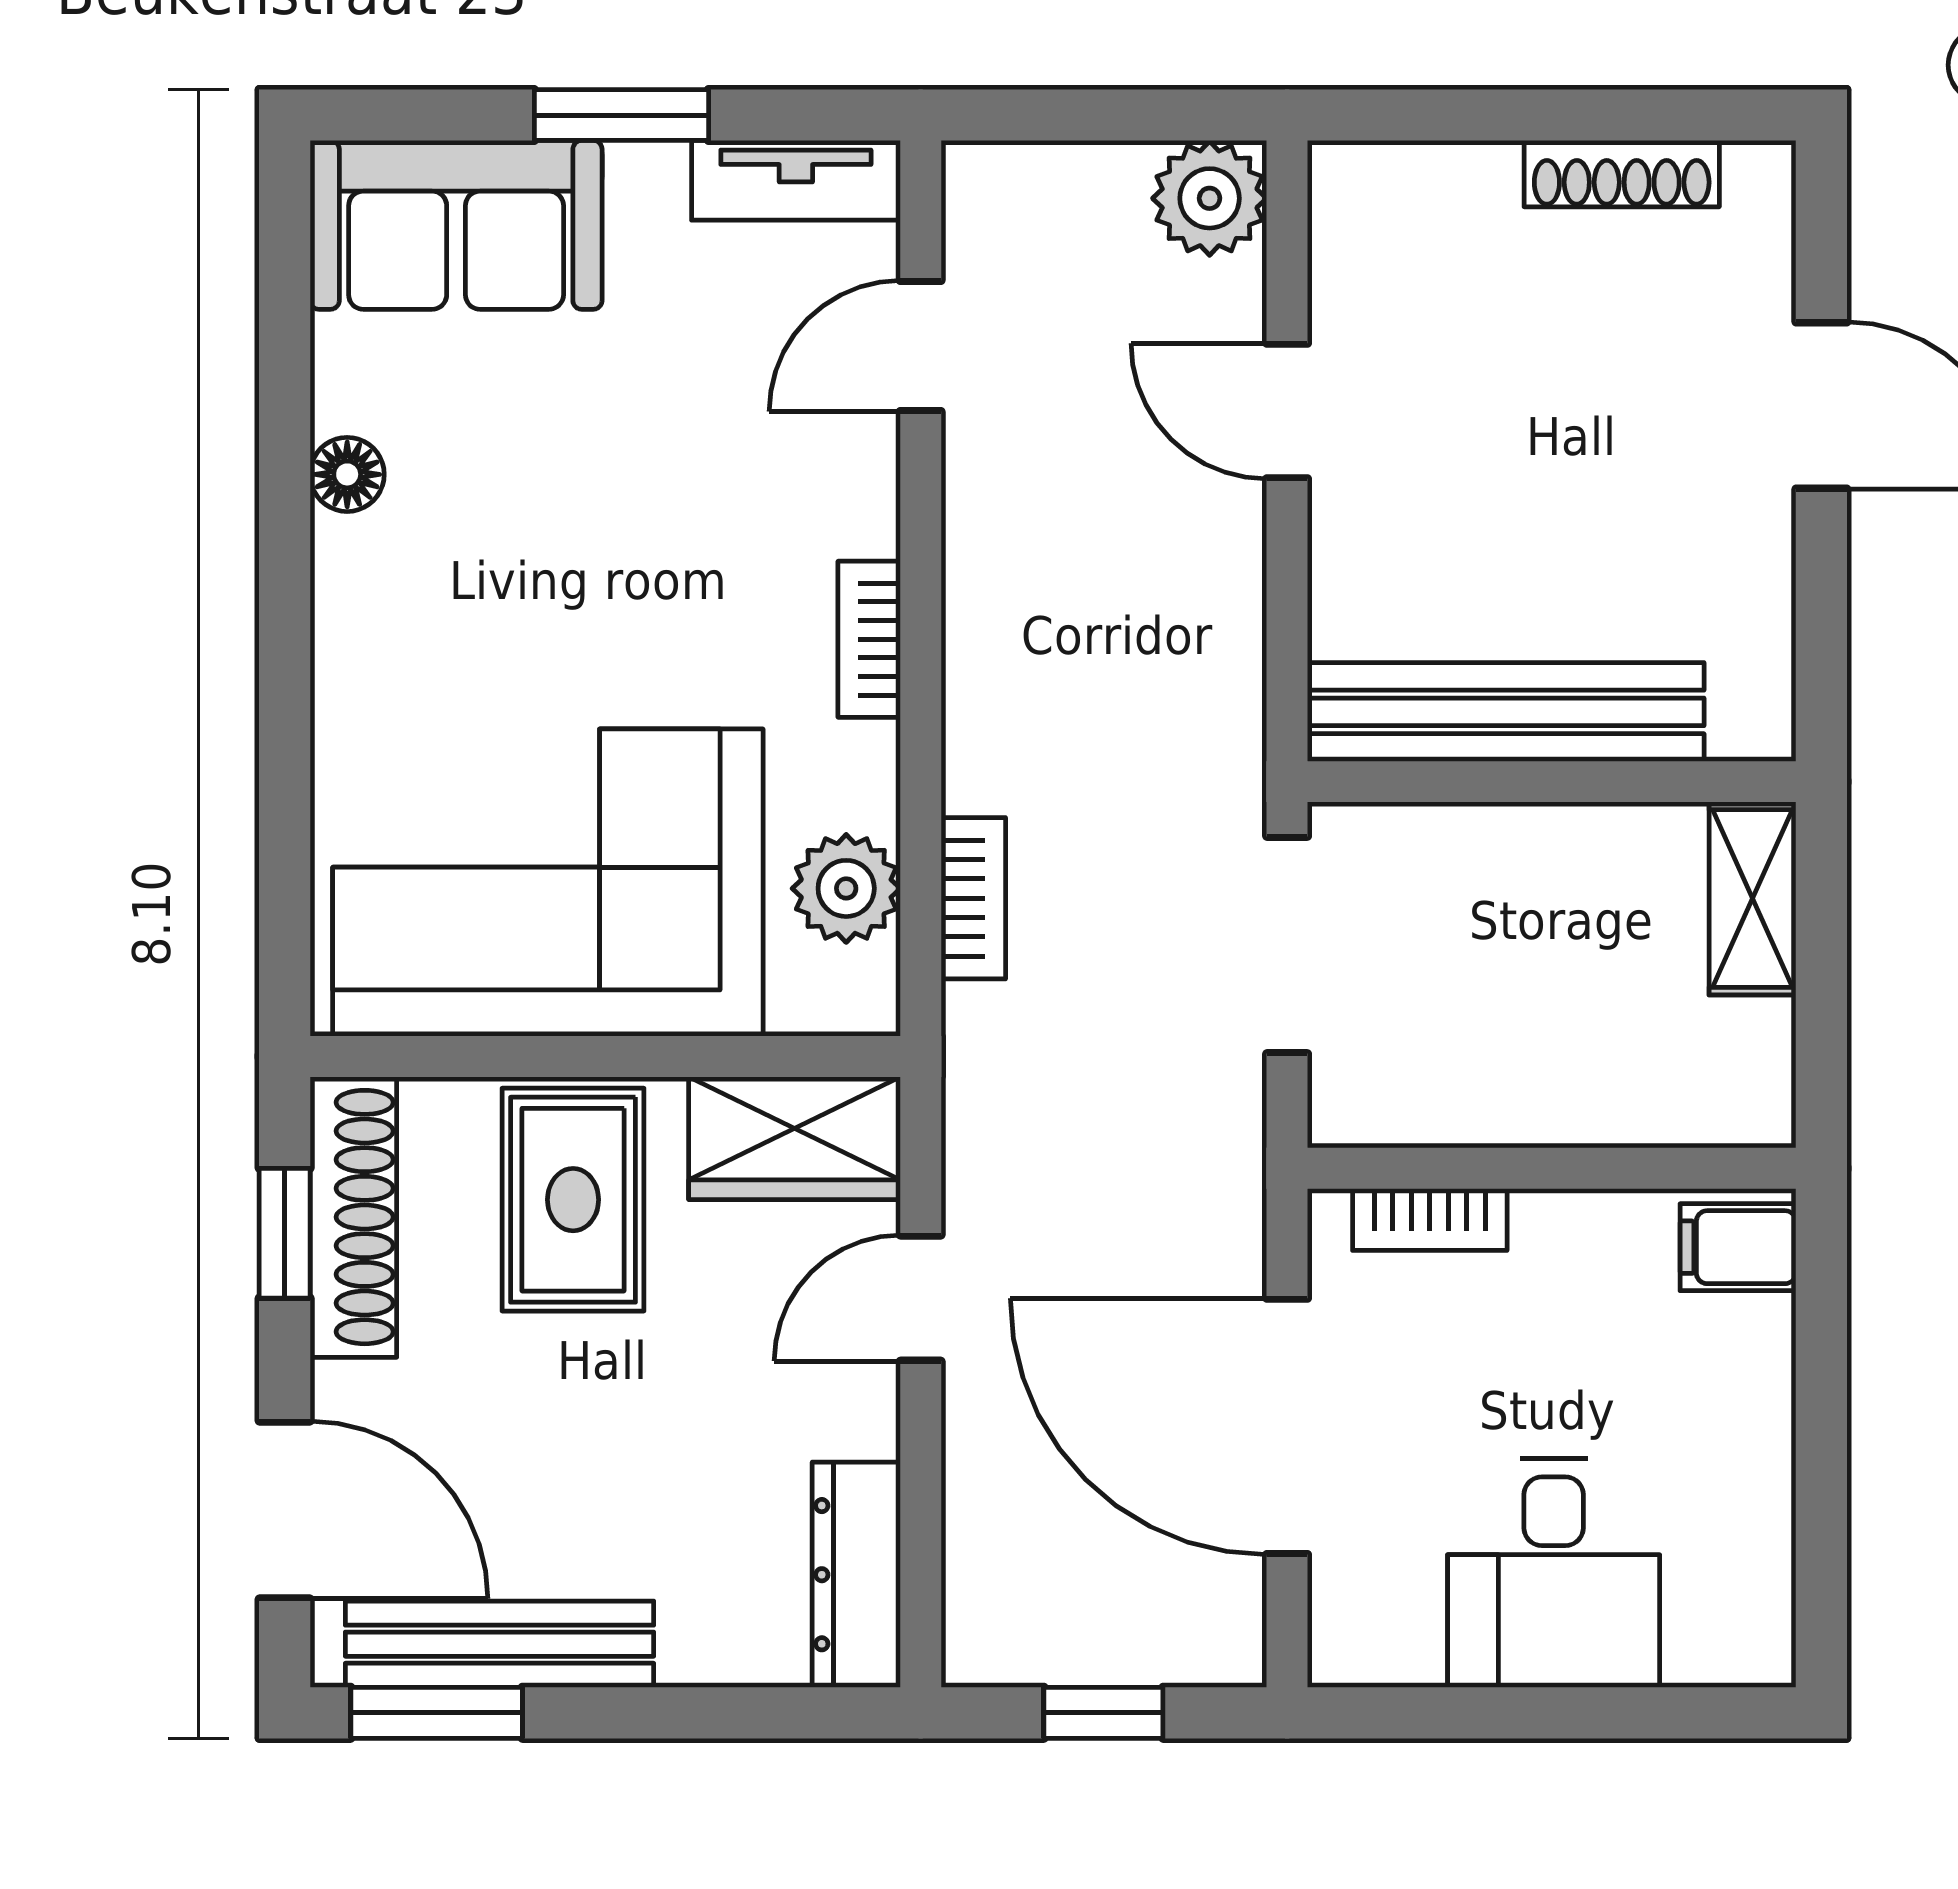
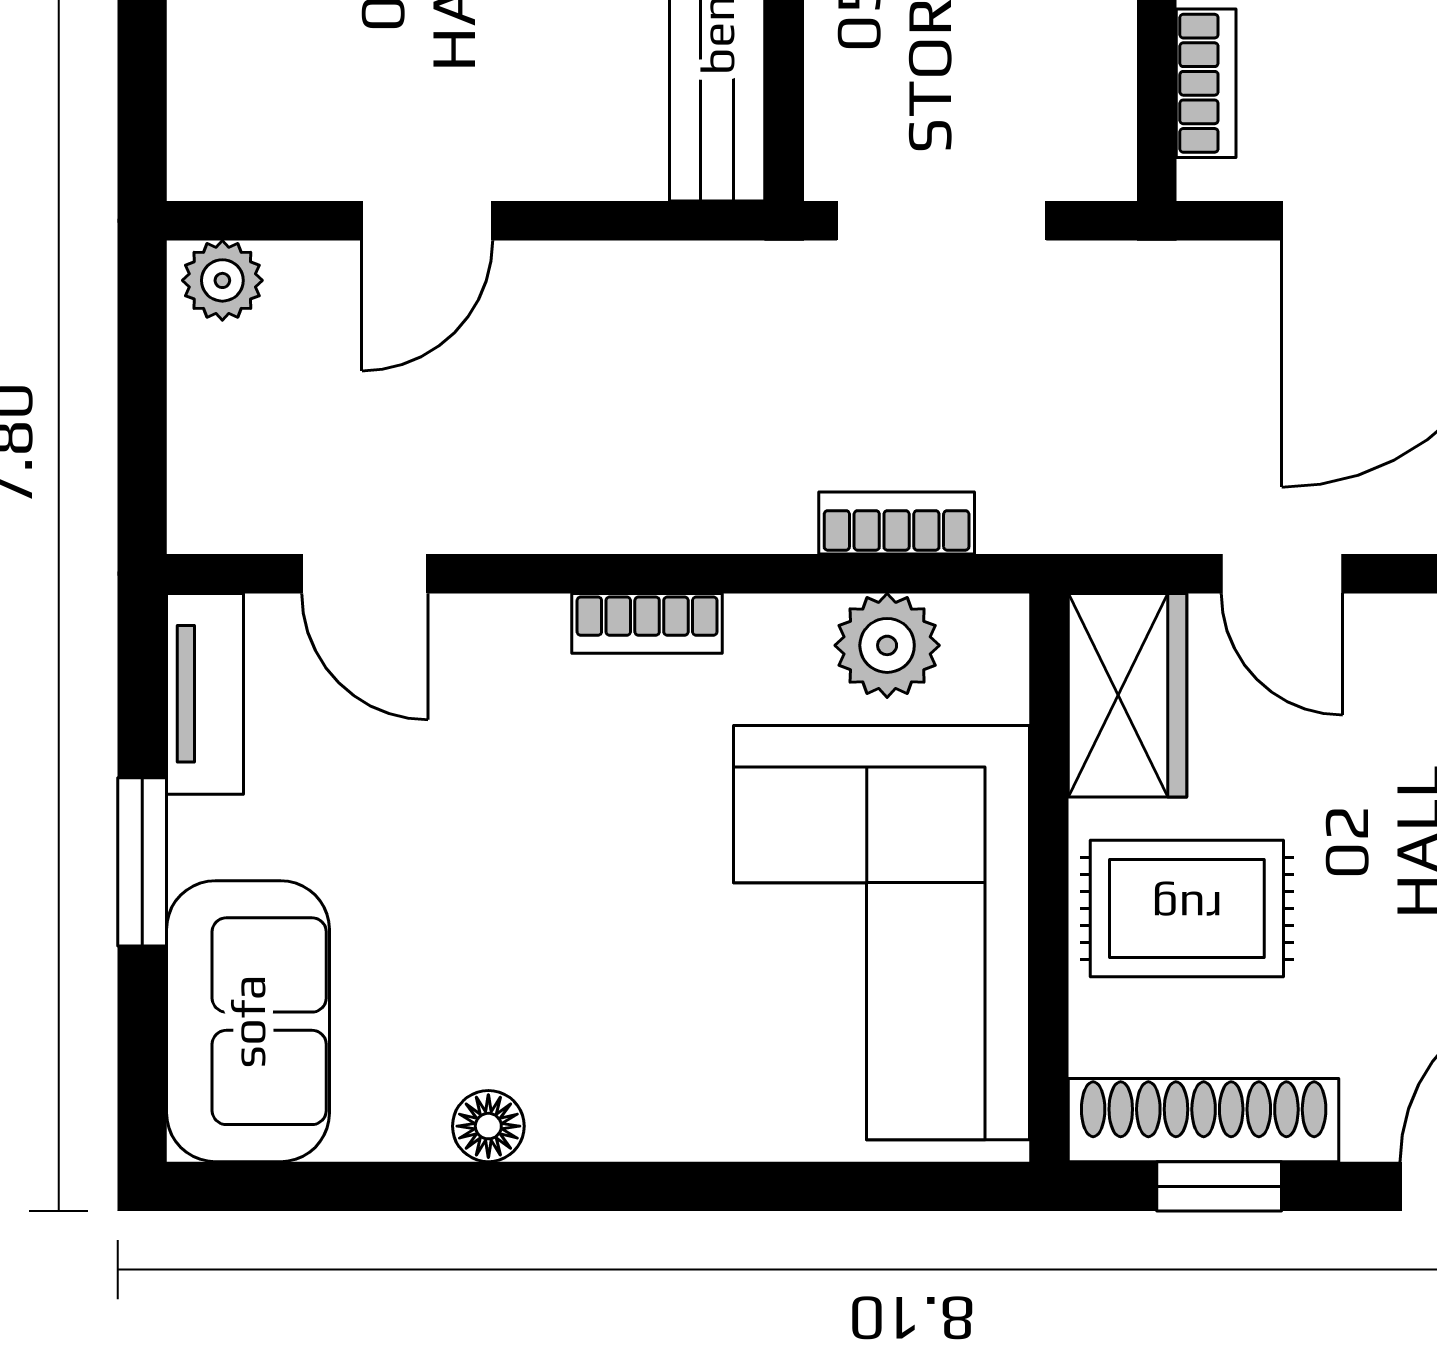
plant: (1210, 198) -> (222, 280), width x0.73, depth x0.73

